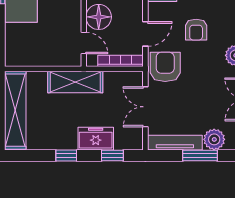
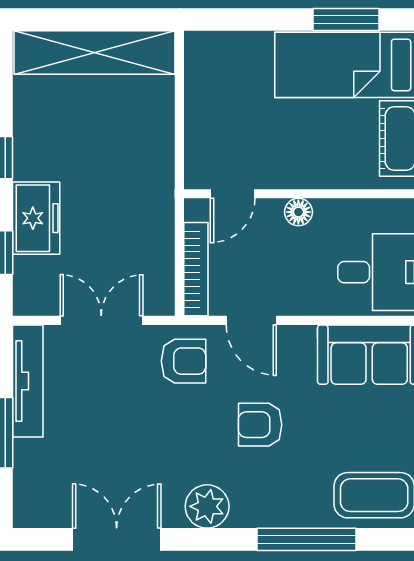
floor lamp: (99, 17) -> (298, 212), width x0.53, depth x0.53
armchair: (165, 67) -> (184, 361), width x0.72, depth x0.72
shelving: (75, 82) -> (152, 176), removed
plant: (214, 139) -> (34, 462), removed

